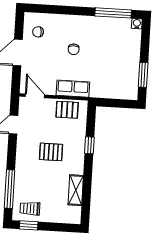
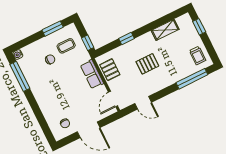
chair: (74, 49) -> (50, 59), moved
coffee table: (117, 79) -> (66, 46), added
window: (108, 103) -> (88, 43), added
pallet: (51, 152) -> (147, 64), turned 90
window: (29, 225) -> (199, 27), moved

